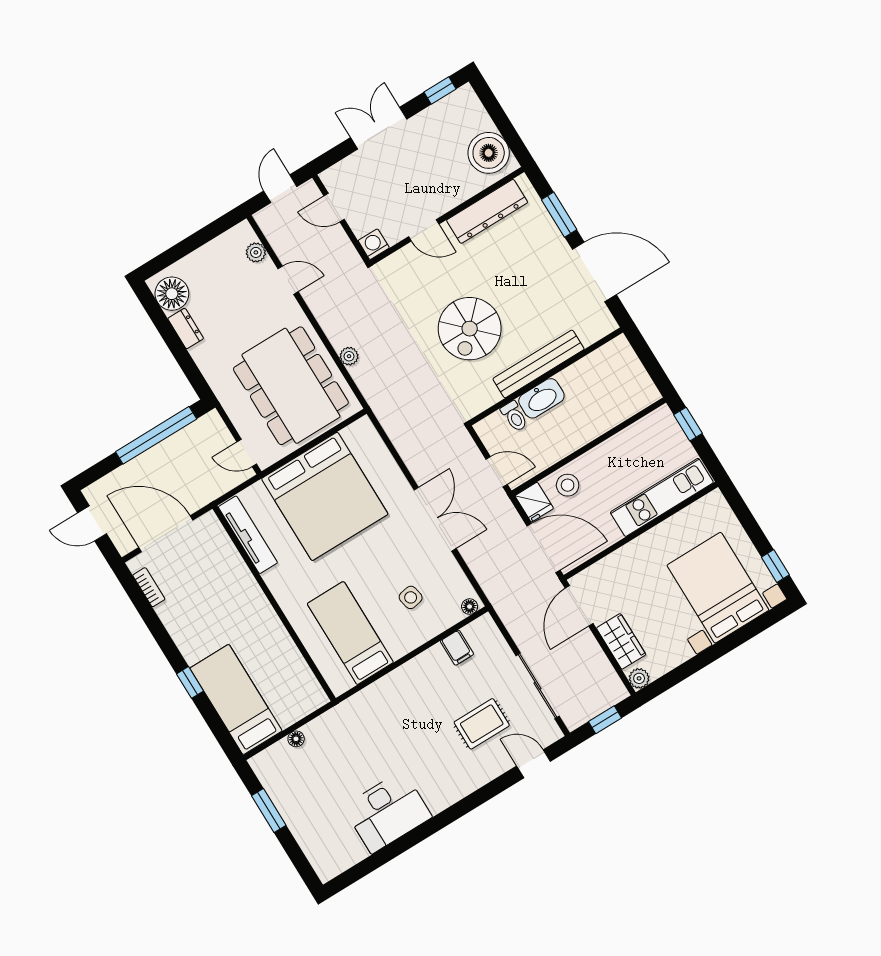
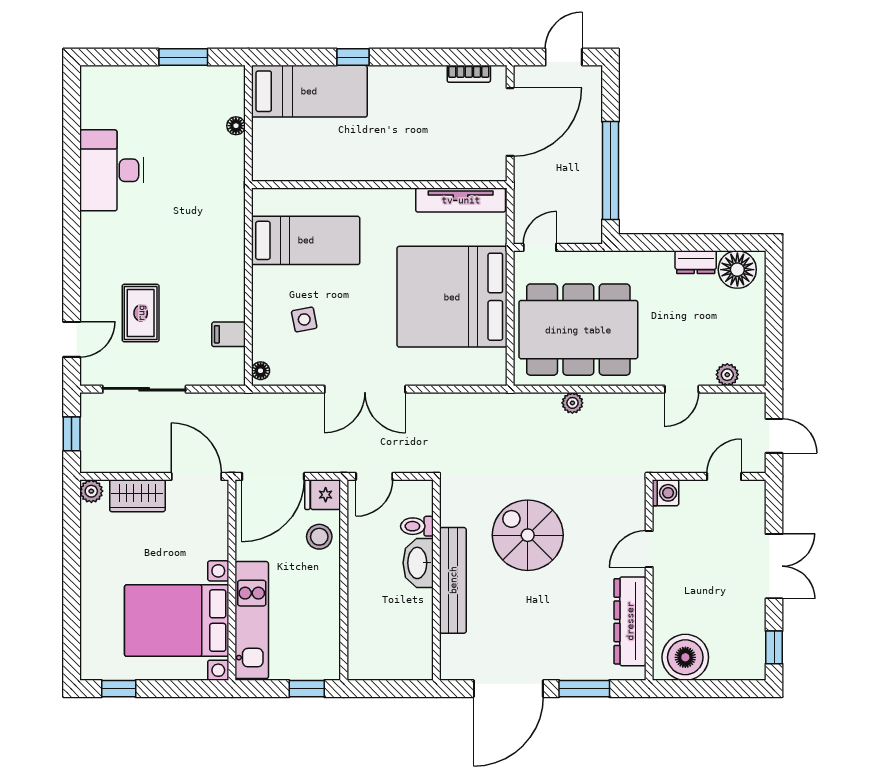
bed with nightstands: (718, 588) -> (177, 621), moved, turned 180

